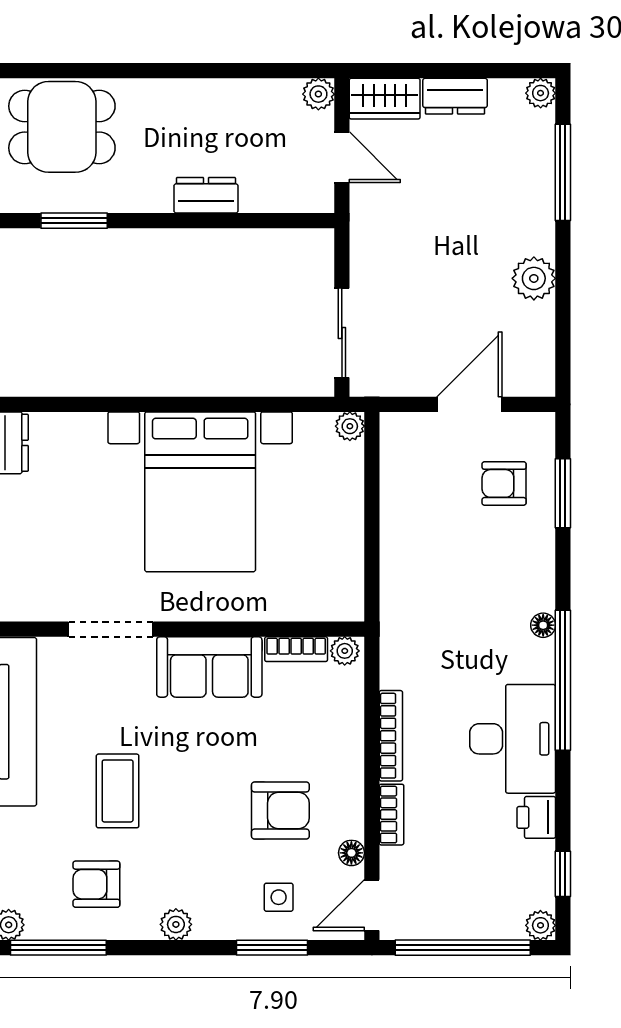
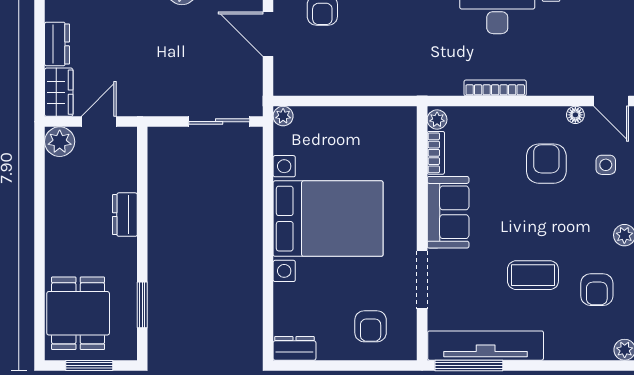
plant: (318, 94) -> (60, 142), width x1.38, depth x1.38
armchair: (43, 554) -> (371, 326), added
bookcase: (391, 815) -> (549, 87), removed

